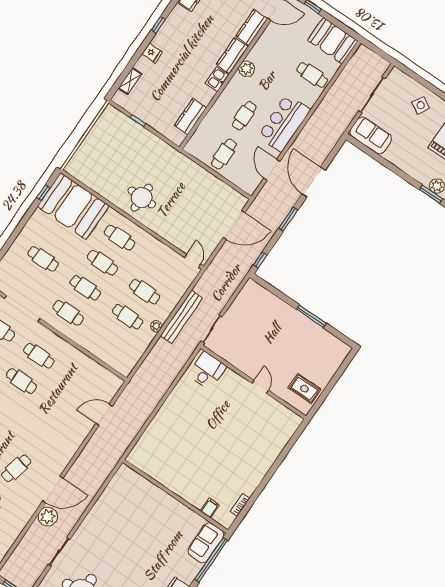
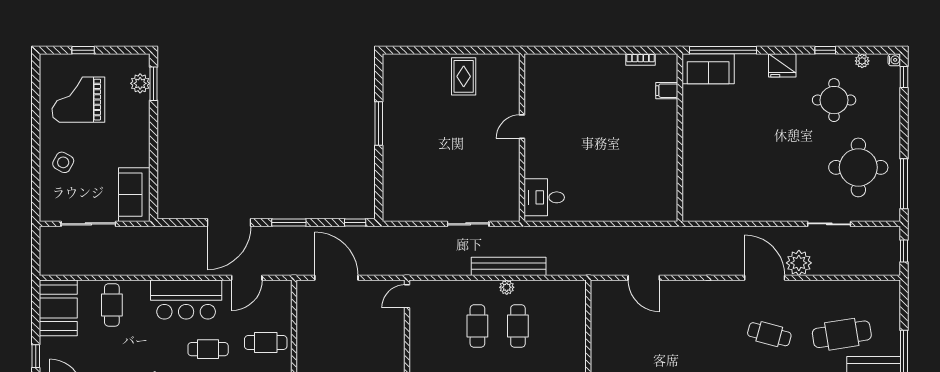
bench: (181, 317) -> (509, 266), moved
desk: (207, 371) -> (544, 197), moved
wall: (253, 382) -> (522, 138), moved
door: (260, 387) -> (522, 127), moved

